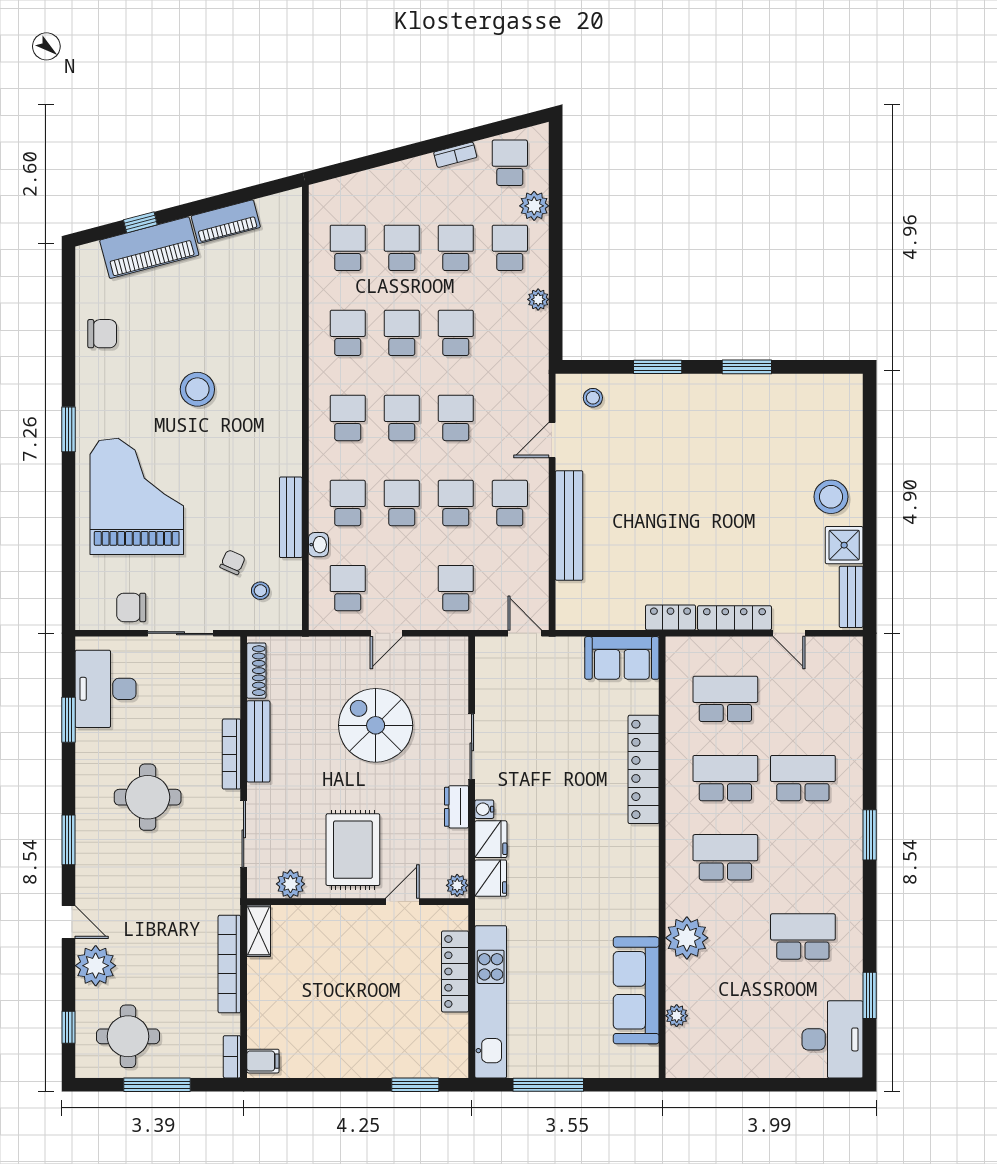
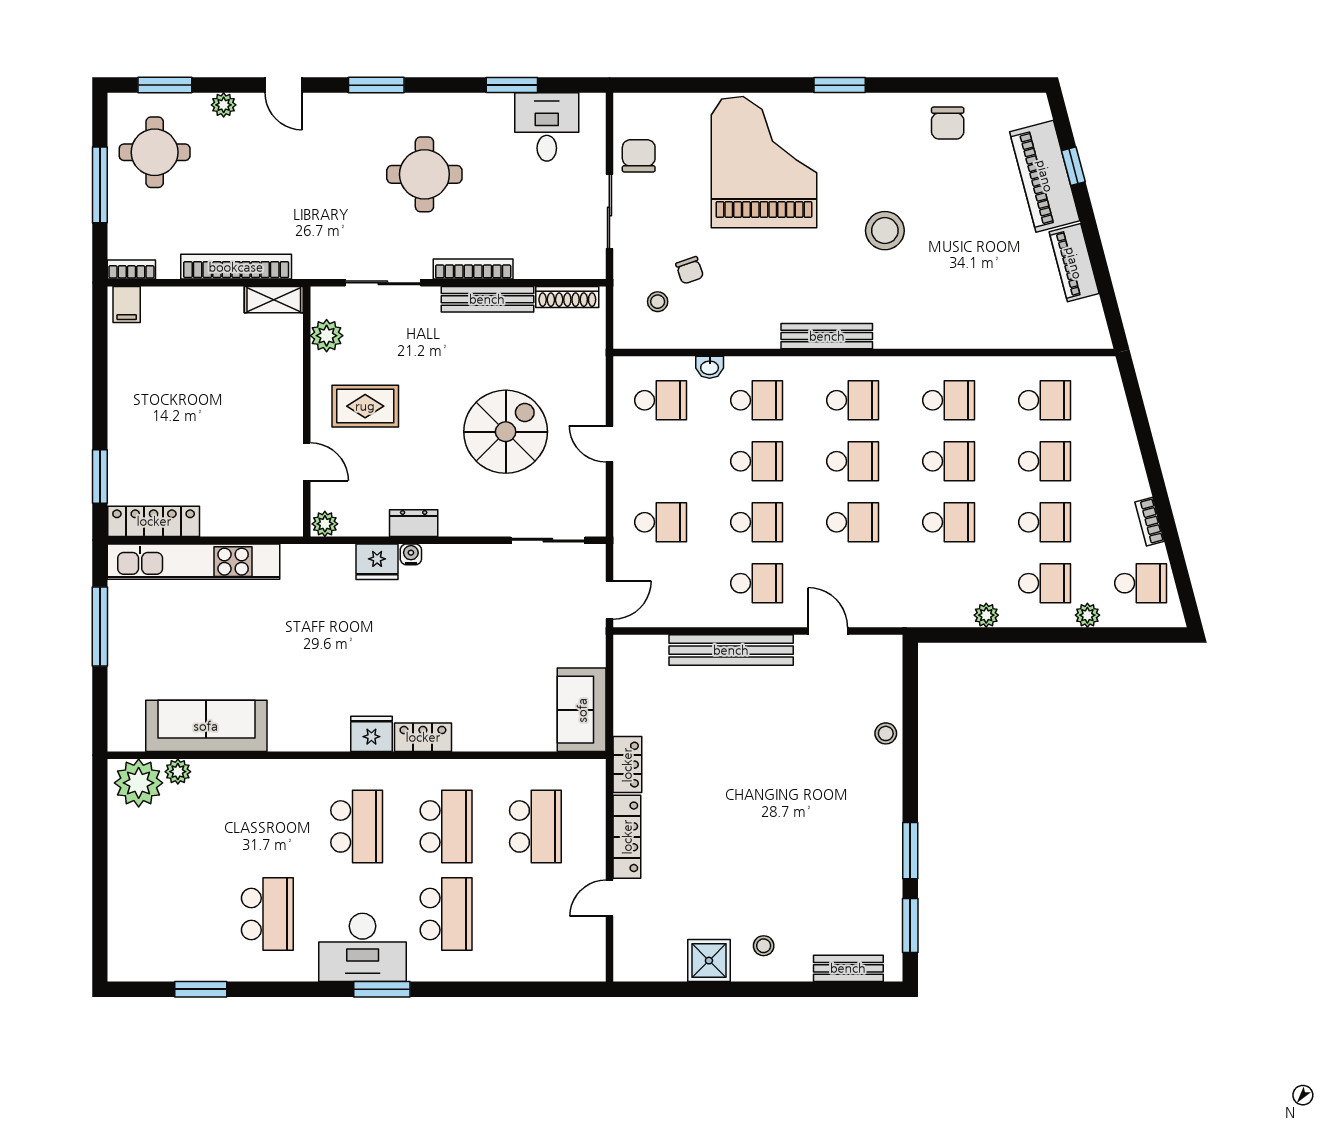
plant: (534, 206) -> (1087, 615), width x0.73, depth x0.73
window: (658, 367) -> (910, 925), moved
stool: (593, 398) -> (886, 733), moved
grand piano: (137, 496) -> (764, 162), turned -90
stool: (831, 497) -> (764, 946), width x0.53, depth x0.53
bench: (291, 517) -> (827, 336), moved
chair: (233, 562) -> (690, 270), turned 47
bench: (851, 597) -> (848, 968), moved
desk: (106, 689) -> (547, 127), width x0.73
sliding door: (472, 747) -> (548, 540), moved
locker: (644, 769) -> (423, 737), width x0.46, depth x0.83
rug: (353, 850) -> (365, 406), width x0.73, depth x0.70
fridge: (491, 878) -> (371, 734), moved, turned 180
door: (68, 922) -> (283, 85), hinge flipped
plant: (687, 938) -> (139, 783), moved
plant: (96, 966) -> (224, 105), width x0.53, depth x0.53
locker: (455, 971) -> (154, 521), moved
window: (68, 1027) -> (165, 85), width x1.50
desk: (832, 1039) -> (363, 947), moved

